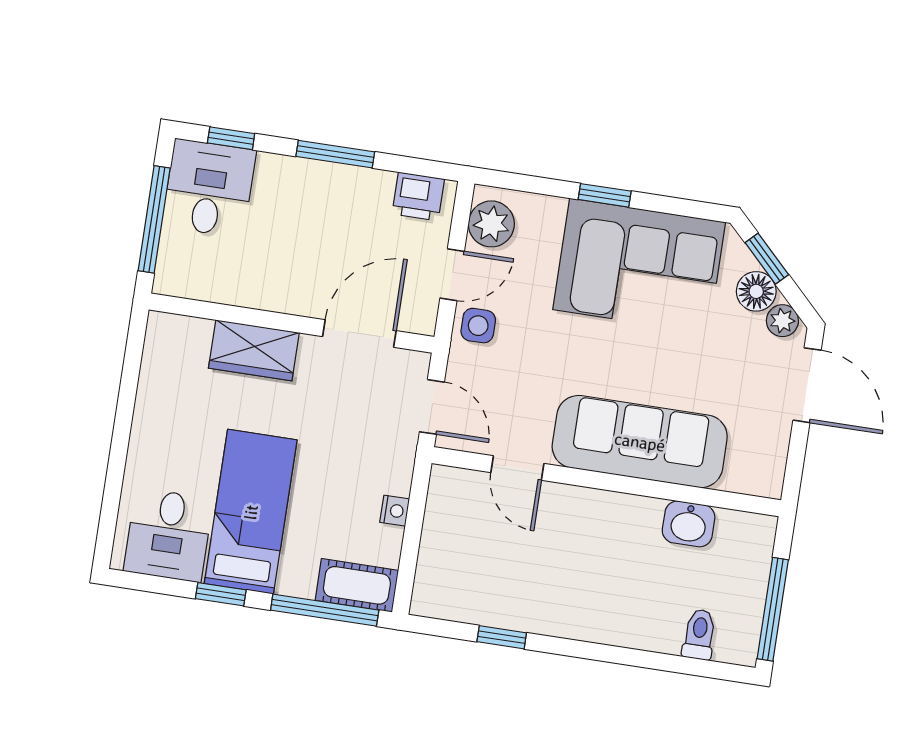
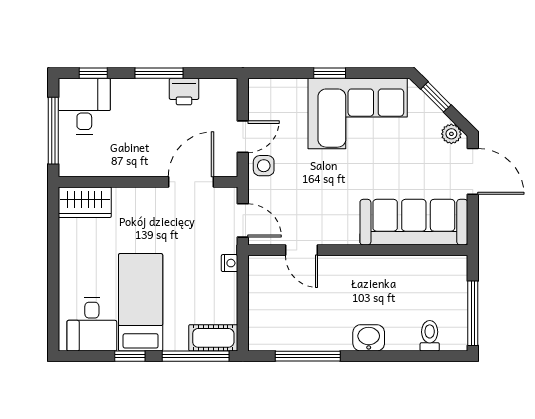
printer: (418, 197) -> (184, 92), moved
plant: (491, 224) -> (262, 102), removed
floor lamp: (756, 291) -> (432, 118), removed
wardrobe: (254, 350) -> (85, 202), moved
sofa: (640, 442) -> (414, 222), moved
nightstand: (395, 511) -> (230, 263), moved
washbasin: (689, 524) -> (369, 338), moved, turned 180
window: (502, 637) -> (308, 356), width x2.17

